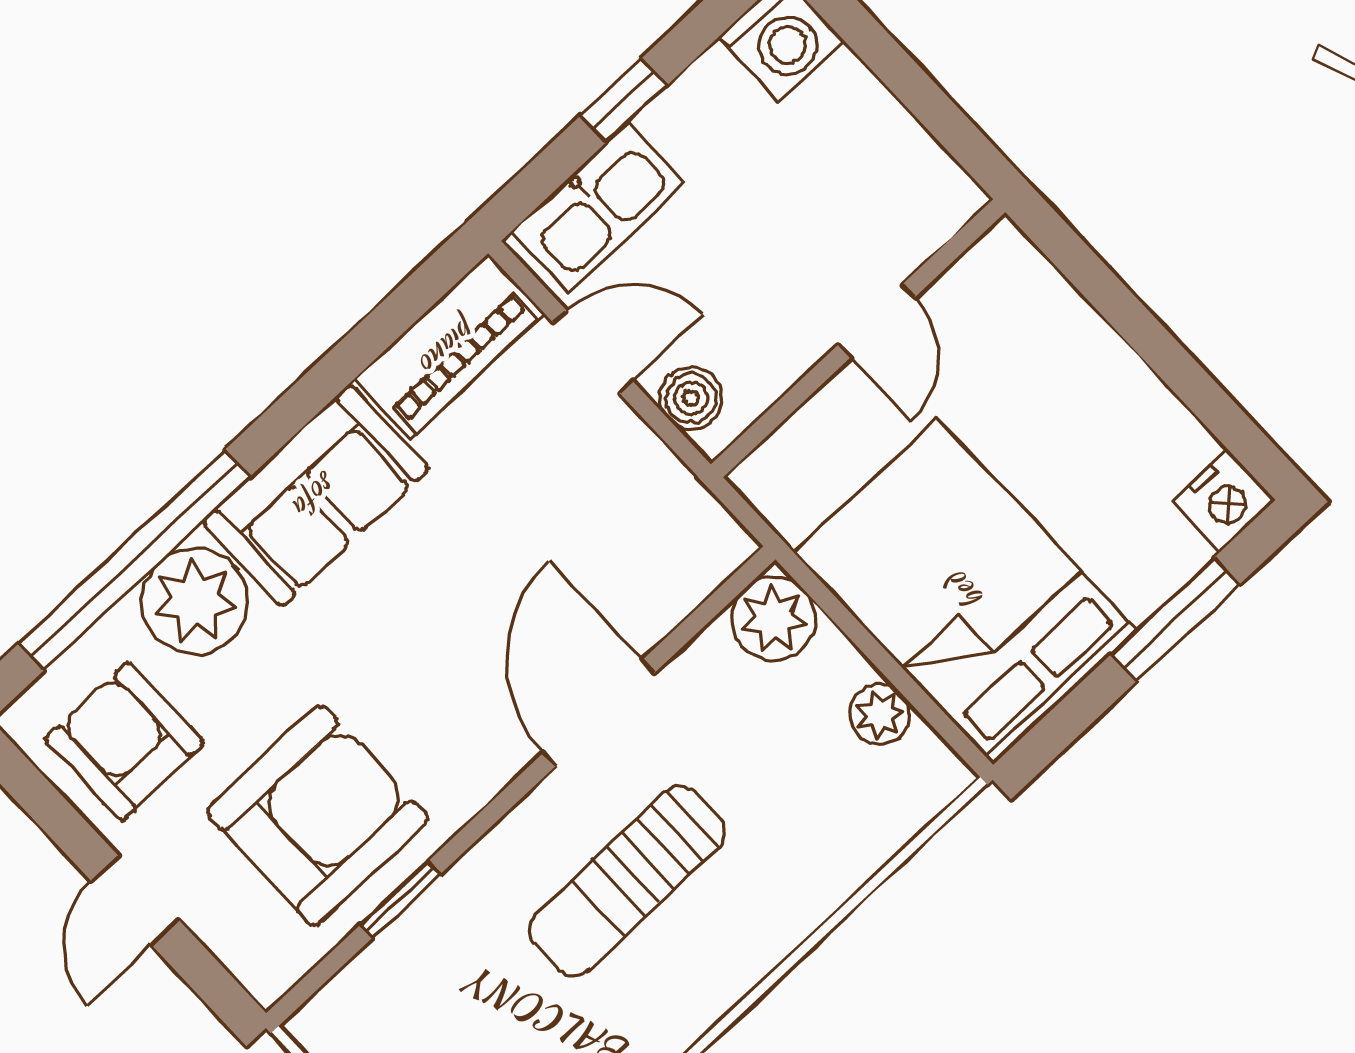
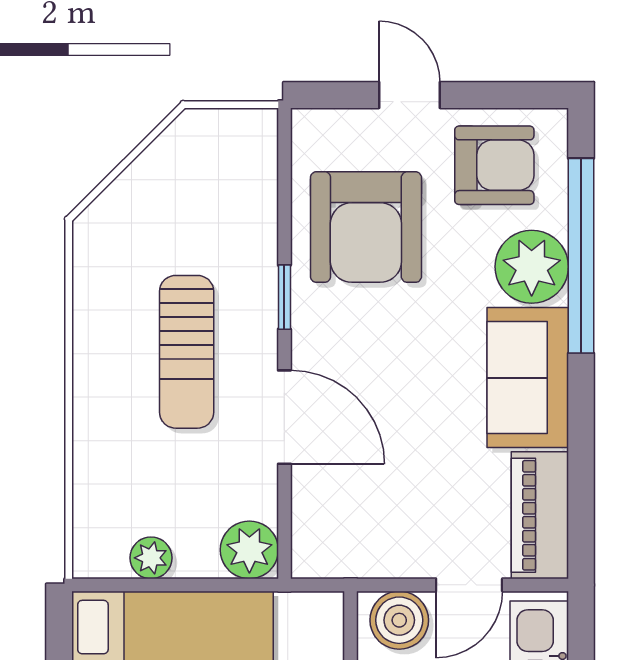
boiler: (691, 398) -> (399, 620), width x1.36, depth x1.36
sun lounger: (627, 881) -> (187, 352), turned 180
window: (400, 900) -> (284, 297), moved

